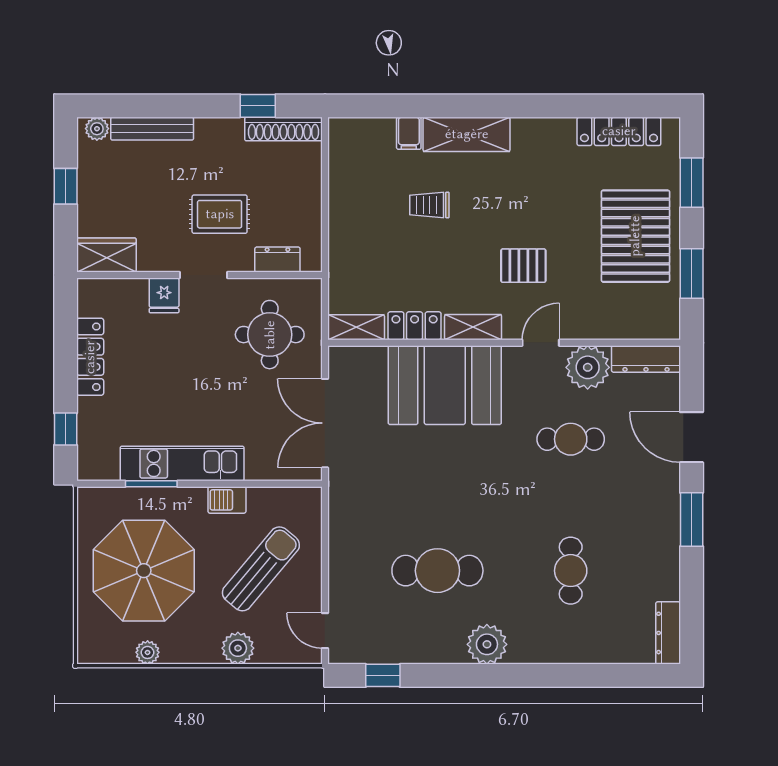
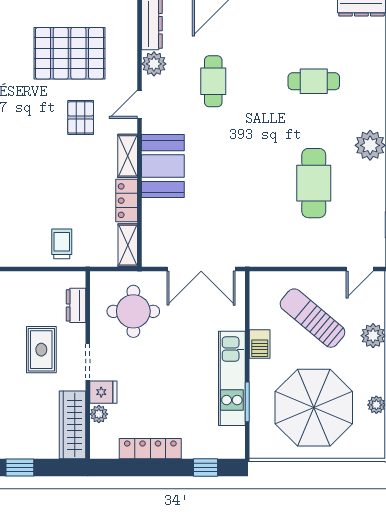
trolley: (429, 205) -> (62, 244), moved, turned 180
pallet: (635, 236) -> (70, 53), moved
wardrobe: (106, 255) -> (73, 425), width x1.50
plant: (135, 290) -> (99, 414), added
door: (541, 343) -> (140, 104), hinge flipped
plant: (588, 367) -> (154, 64), width x0.73, depth x0.73
booth: (445, 385) -> (163, 166), width x0.73, depth x0.70

